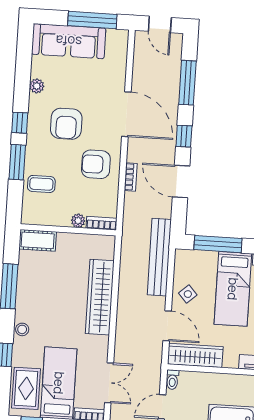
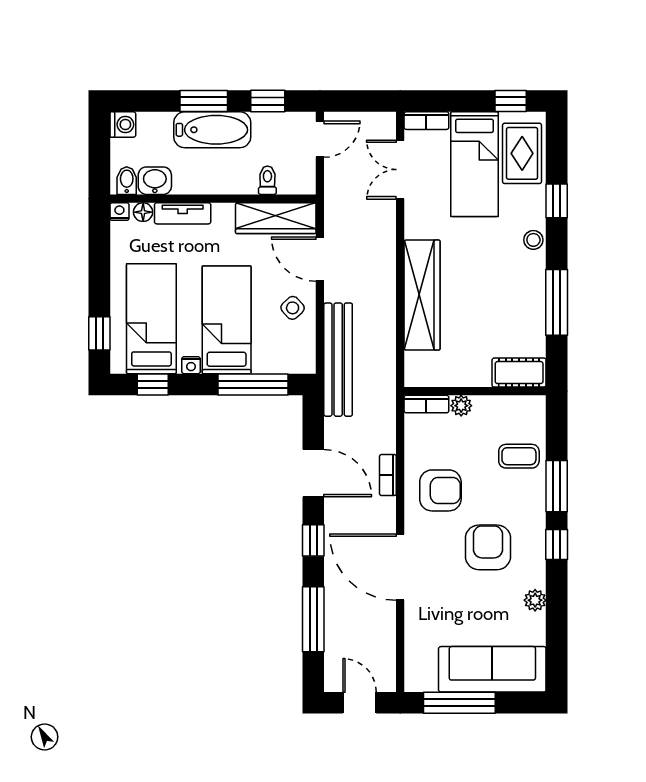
toilet: (172, 380) -> (267, 180), moved

